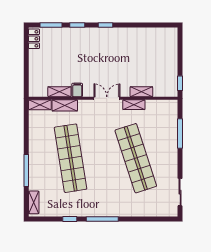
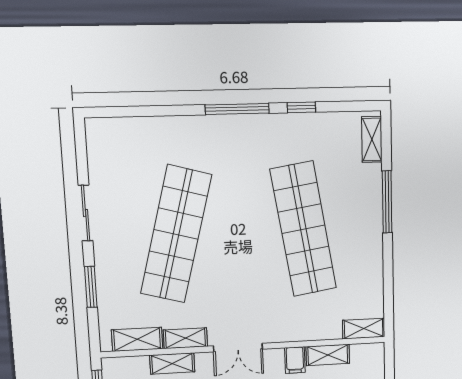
shelving: (65, 105) -> (137, 339), moved
window: (180, 133) -> (91, 287), width x0.69
shop shelf: (136, 158) -> (176, 234), turned 33
sliding door: (180, 192) -> (86, 213), moved

